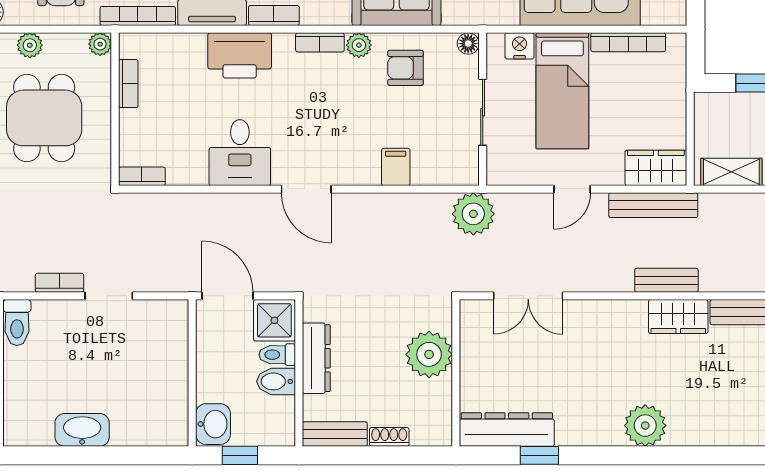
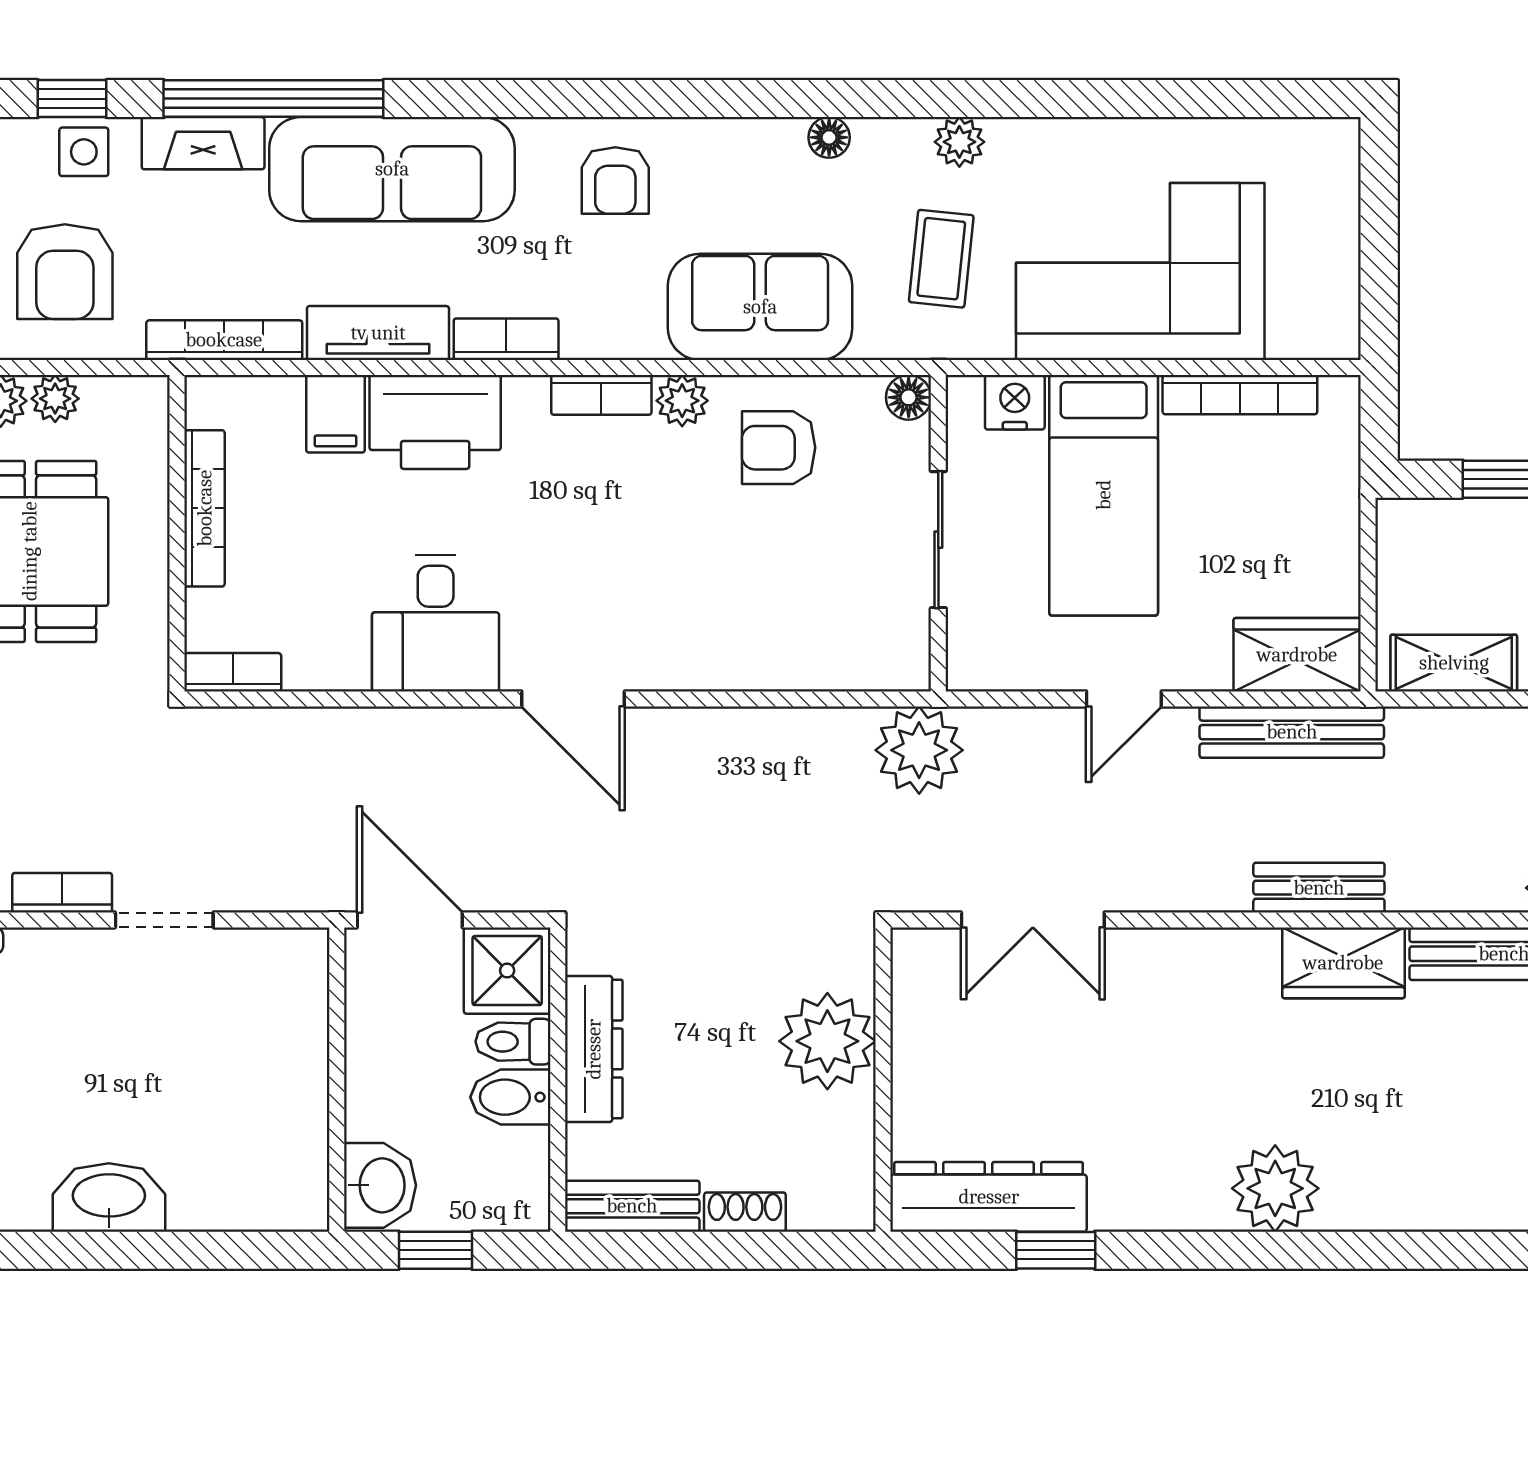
plant: (100, 44) -> (55, 399), moved
bookcase: (128, 84) -> (205, 508), width x1.56
filing cabinet: (396, 167) -> (335, 414), moved, turned 180

